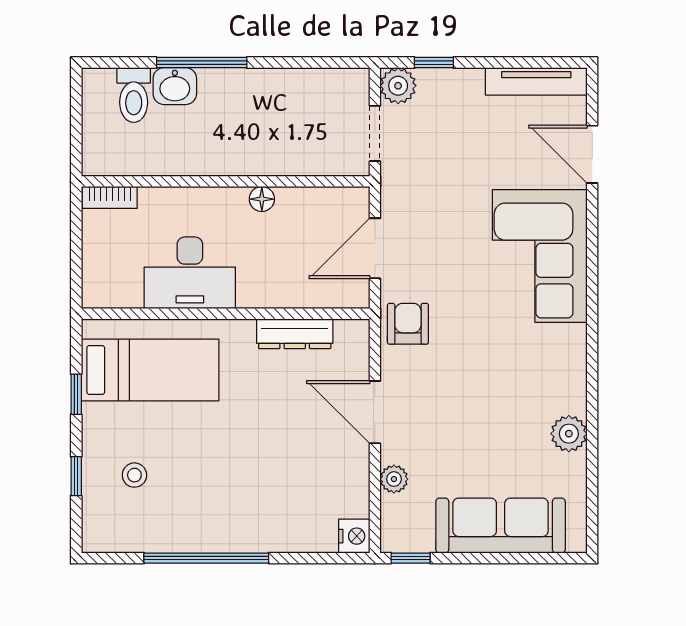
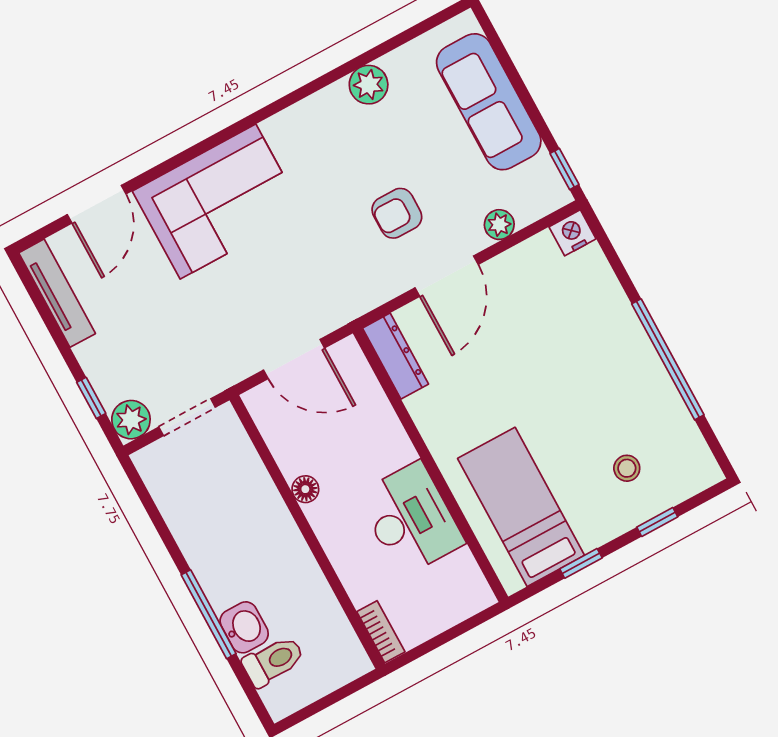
armchair: (408, 324) -> (397, 213), moved
dresser: (295, 334) -> (396, 356), moved

